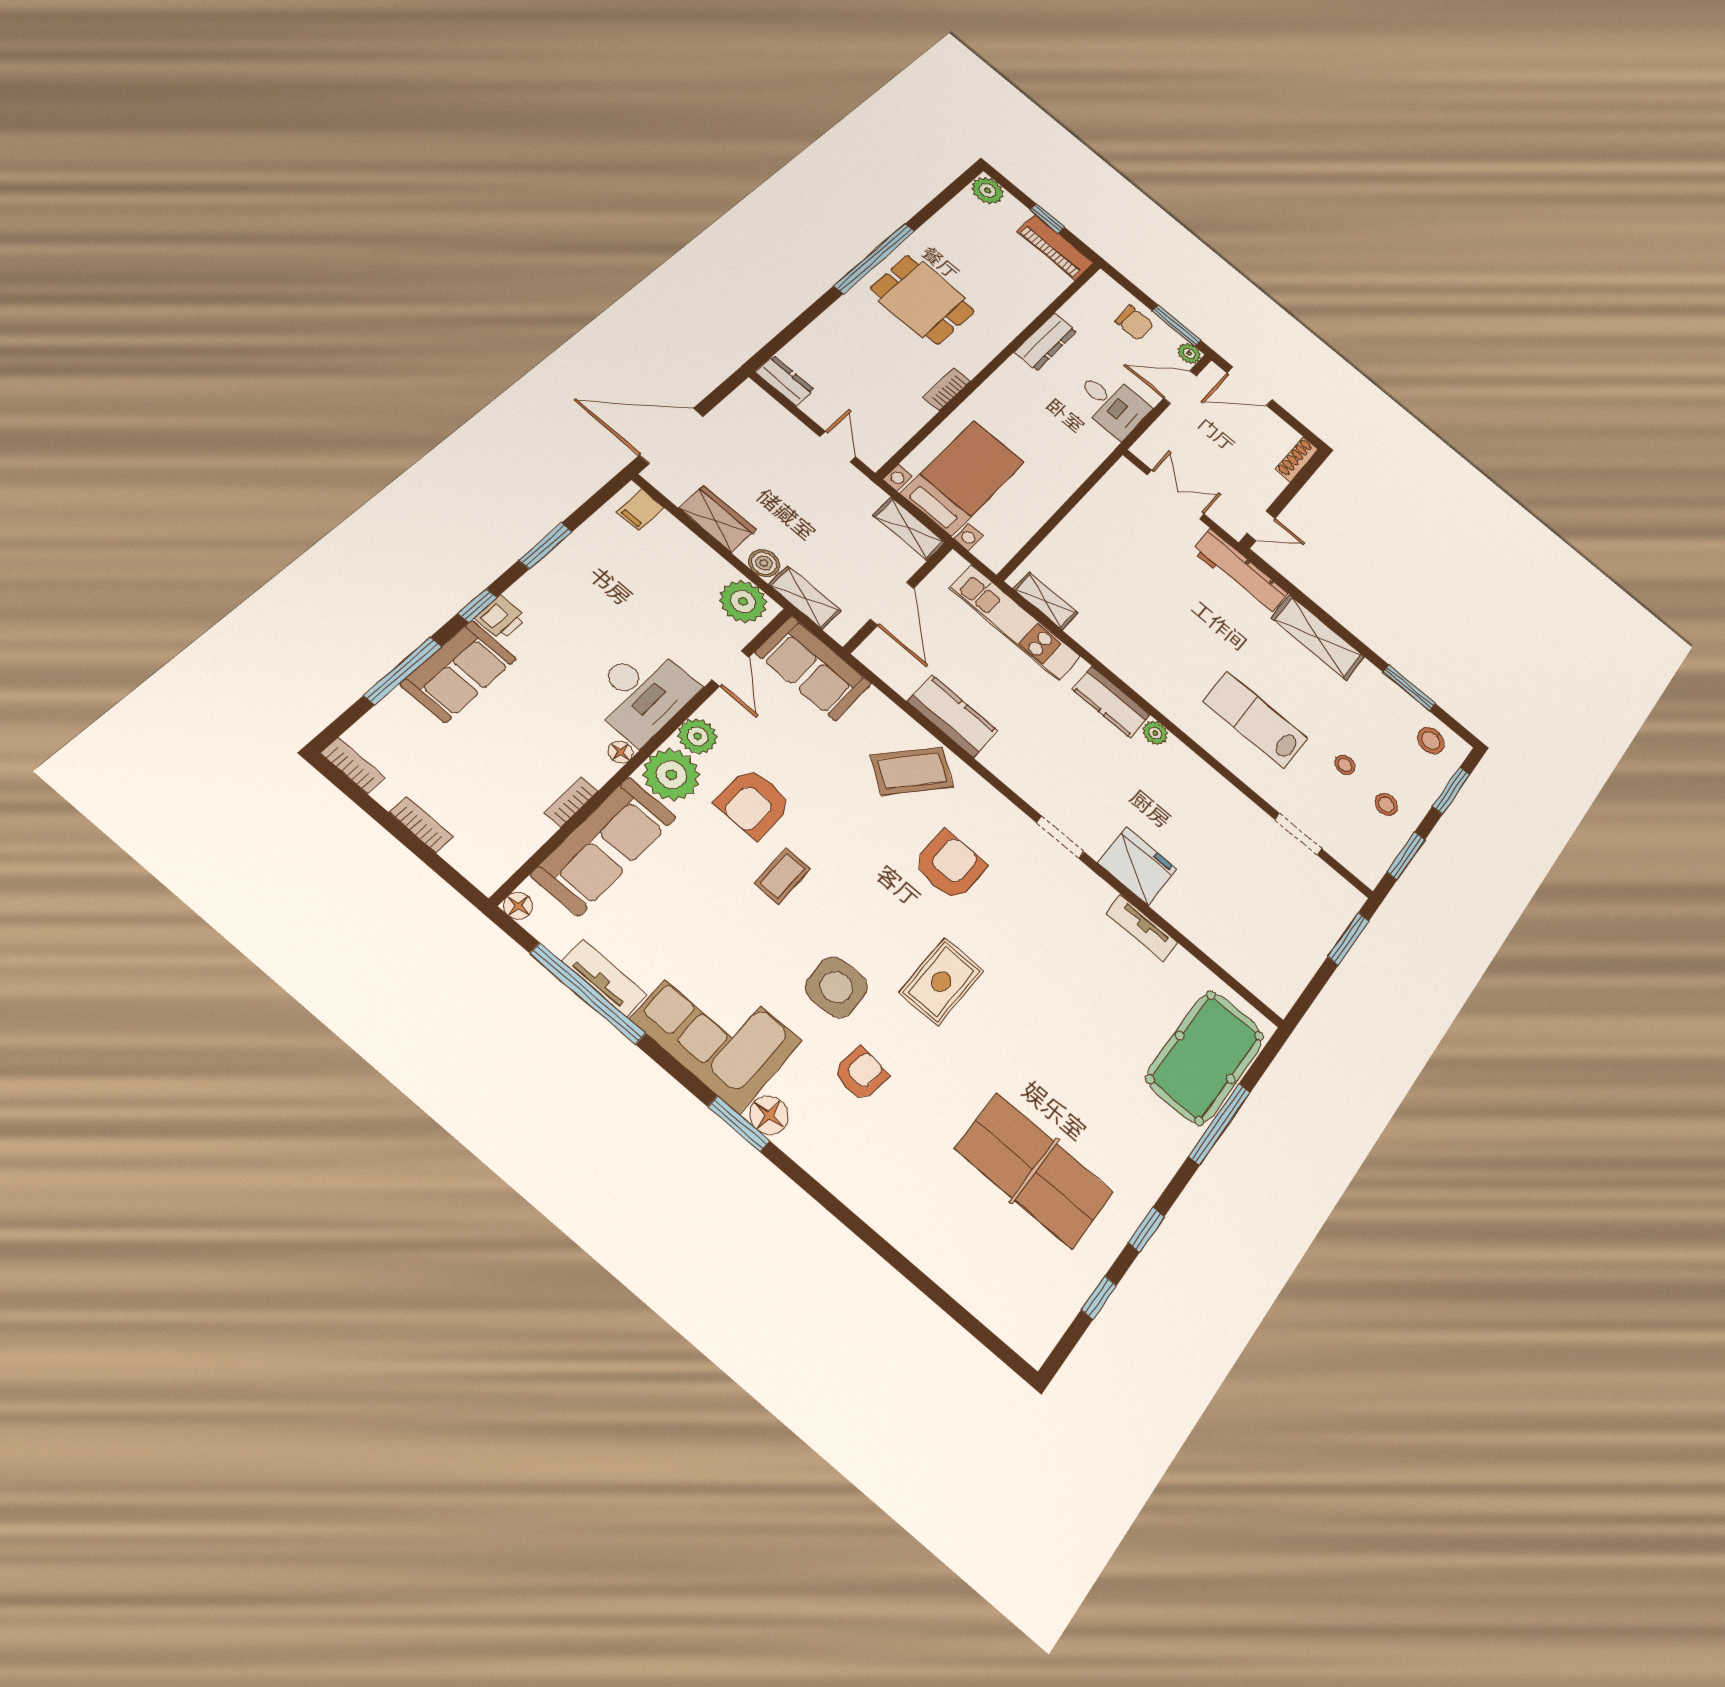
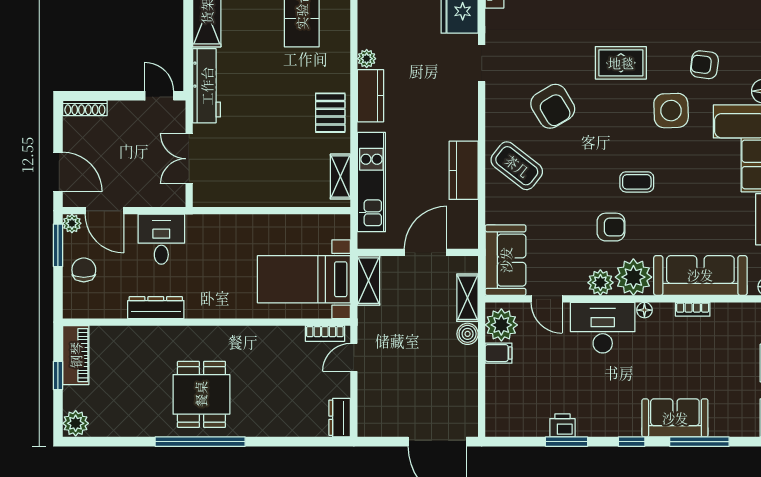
bookcase: (947, 389) -> (325, 333), moved
filing cabinet: (640, 510) -> (499, 353), moved
wardrobe: (718, 519) -> (465, 378), removed
printer: (501, 618) -> (562, 425), moved
pallet: (1123, 651) -> (330, 113), added
door: (731, 668) -> (547, 299), swing flipped
armchair: (753, 803) -> (611, 227), width x0.72, depth x0.72
armchair: (950, 866) -> (553, 106), turned -121

